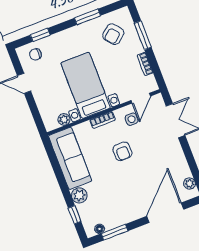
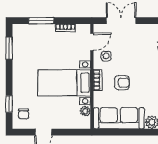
window: (87, 17) -> (9, 48), moved
armchair: (113, 34) -> (31, 44), removed
door: (141, 98) -> (92, 42), hinge flipped
armchair: (122, 151) -> (122, 83), moved

